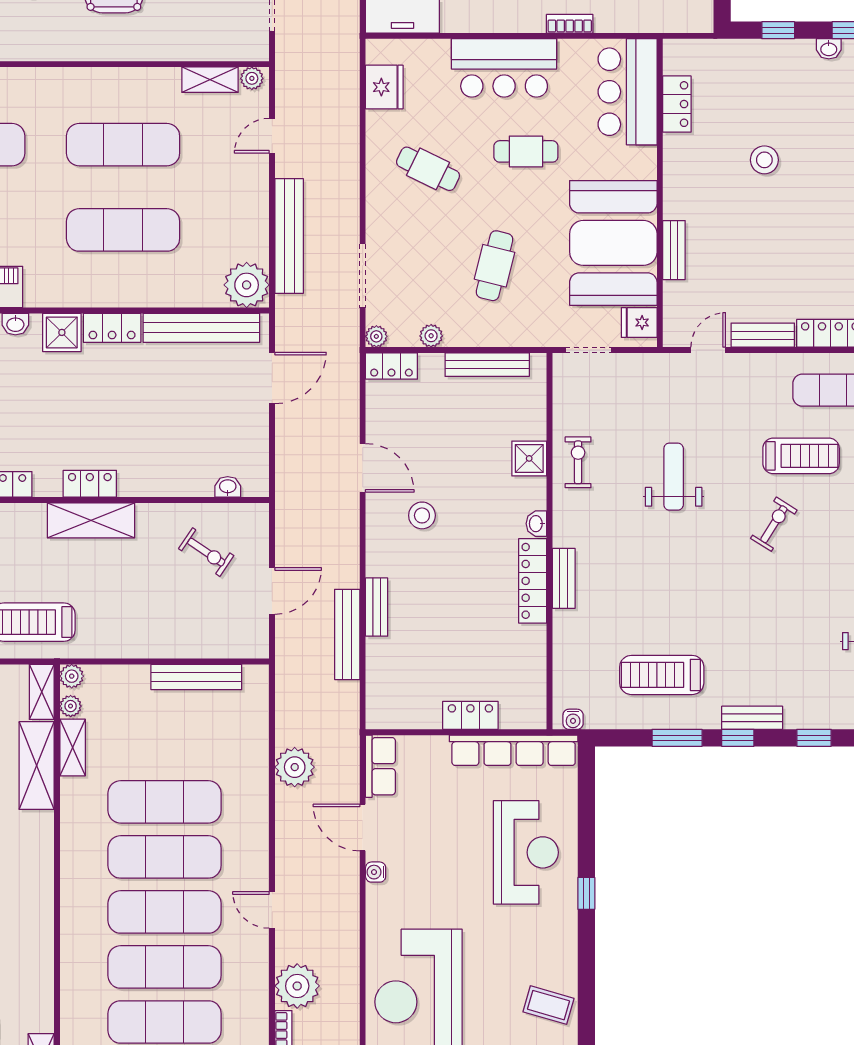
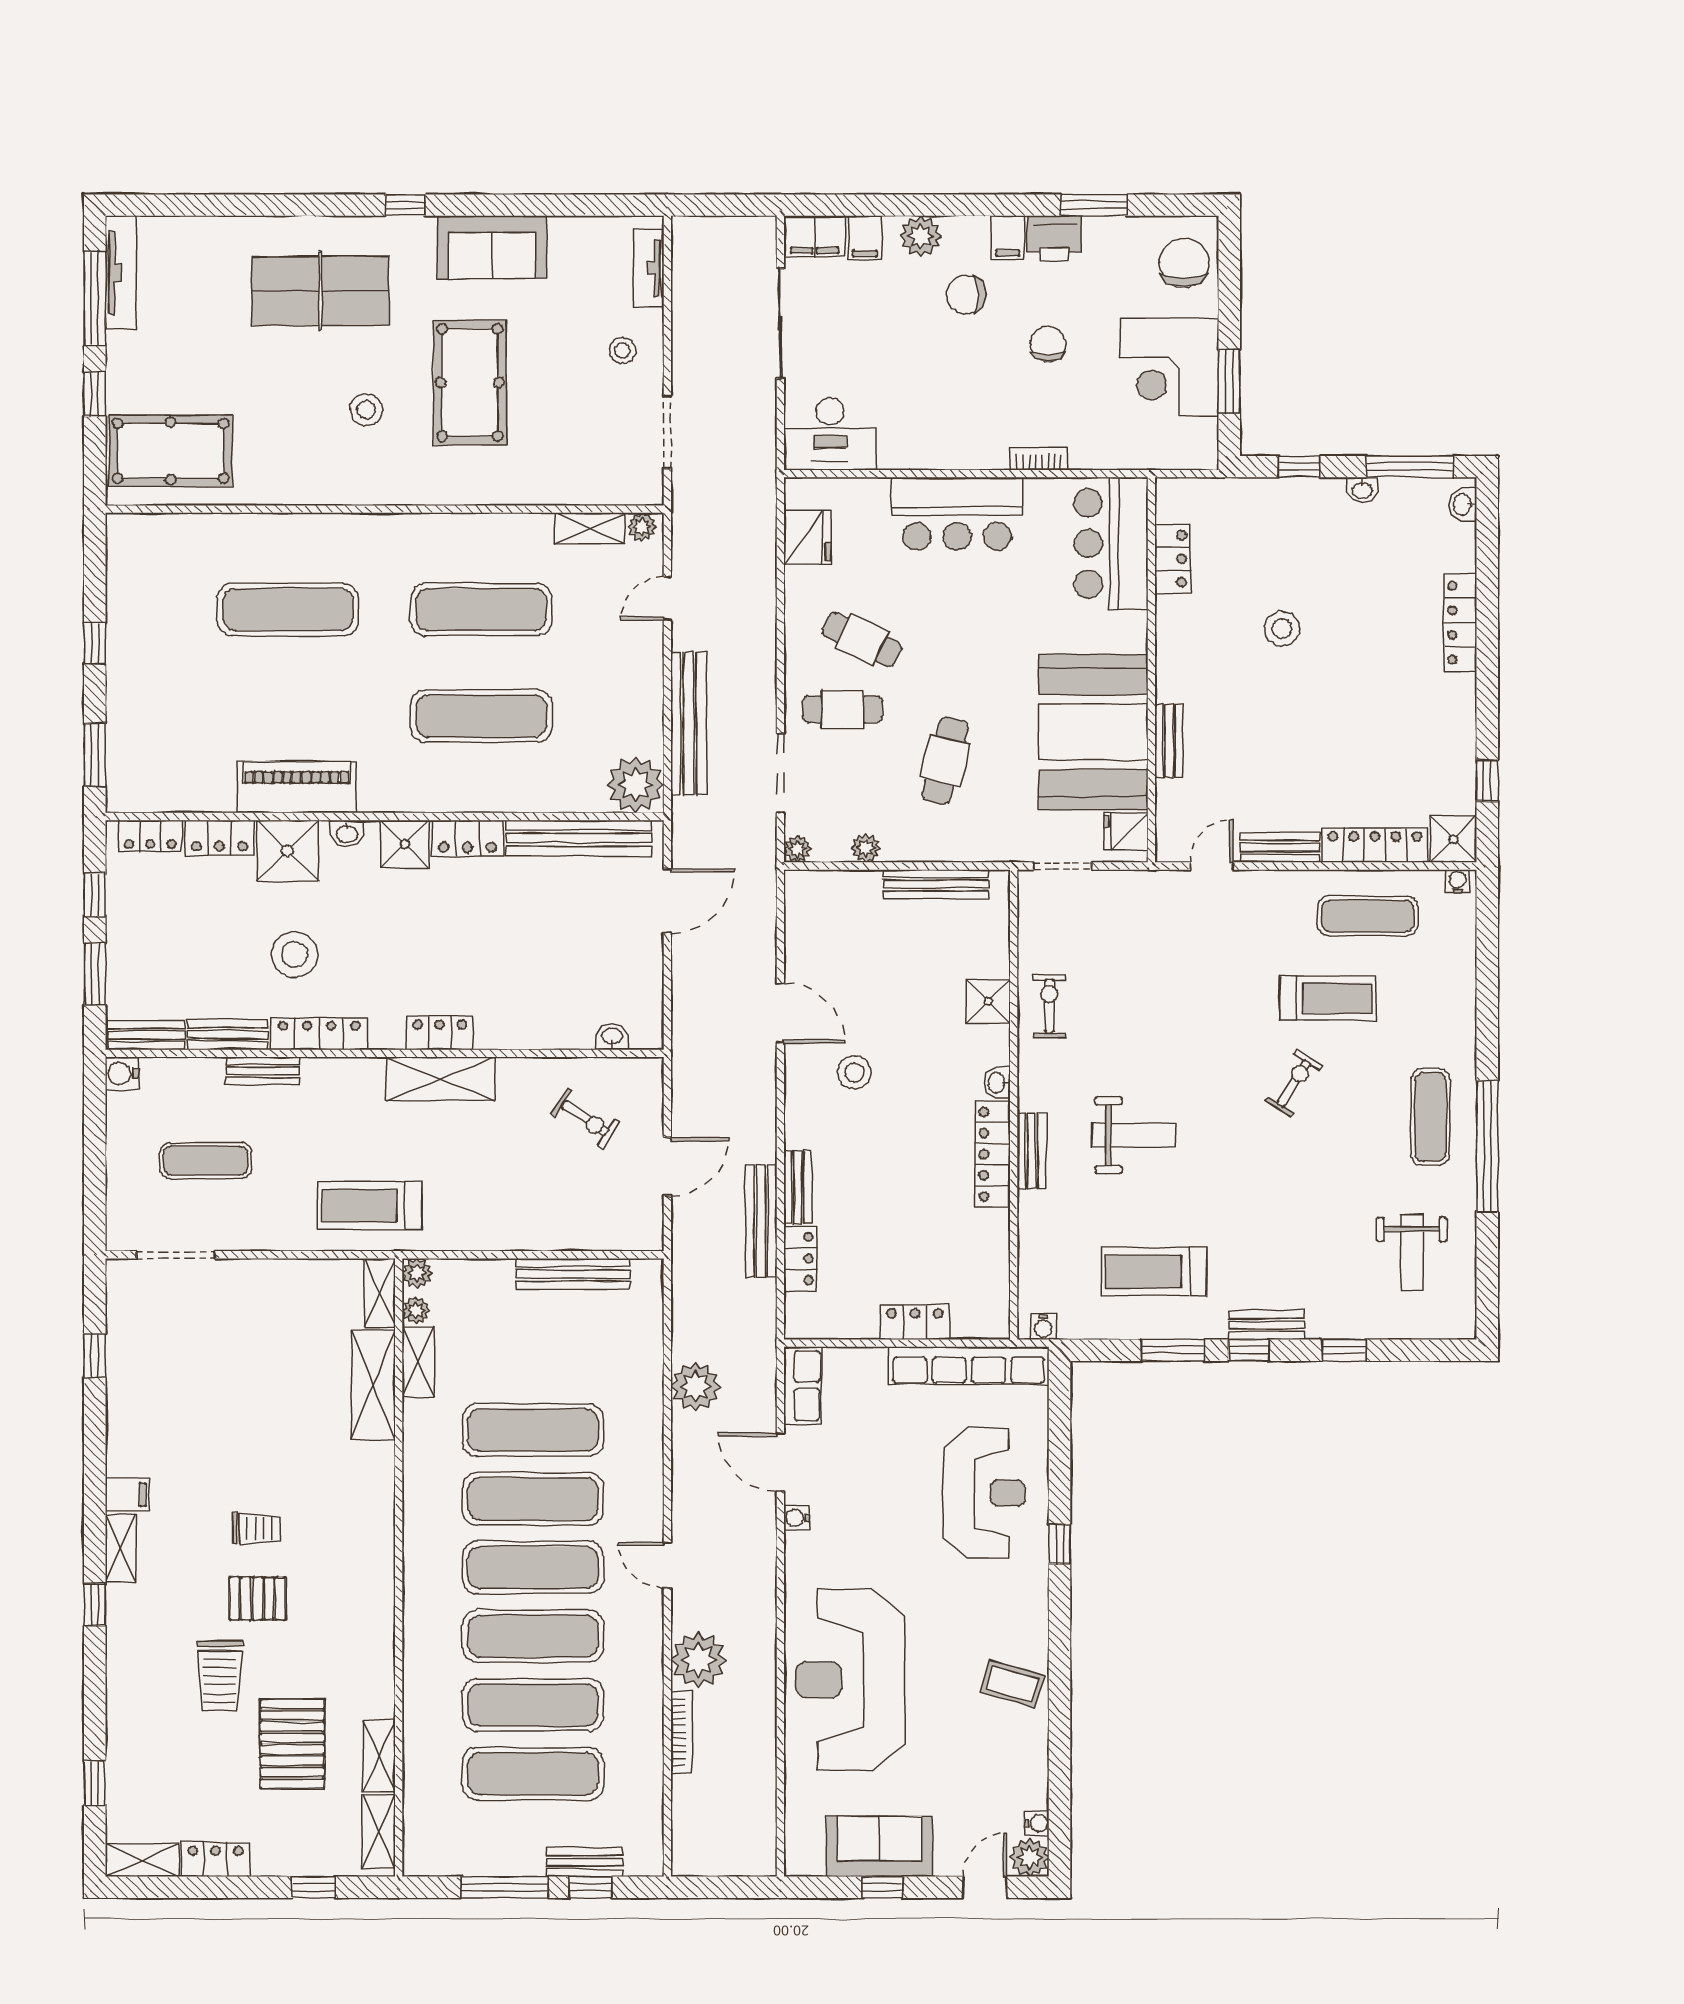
cafe table: (526, 151) -> (842, 709), moved
locker: (391, 366) -> (800, 1259), moved, turned -90
weight bench: (674, 477) -> (1134, 1135), moved, turned 90

